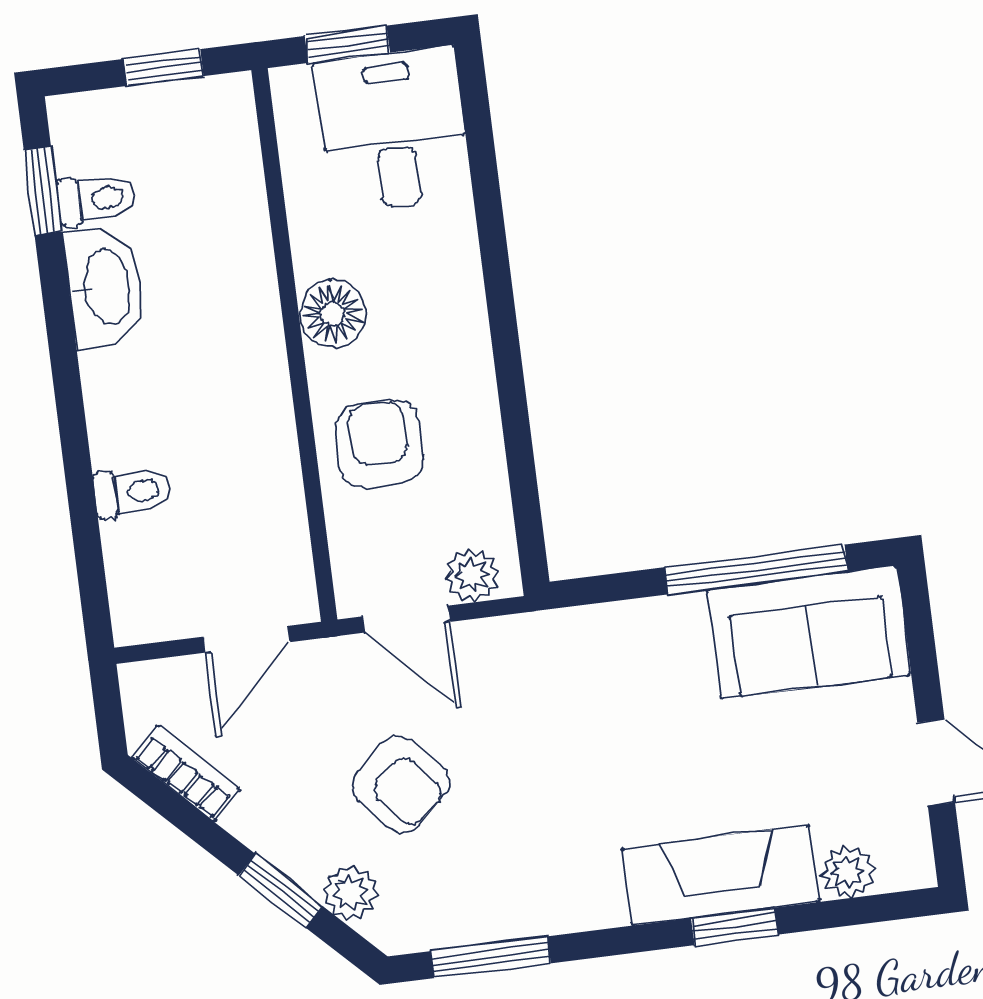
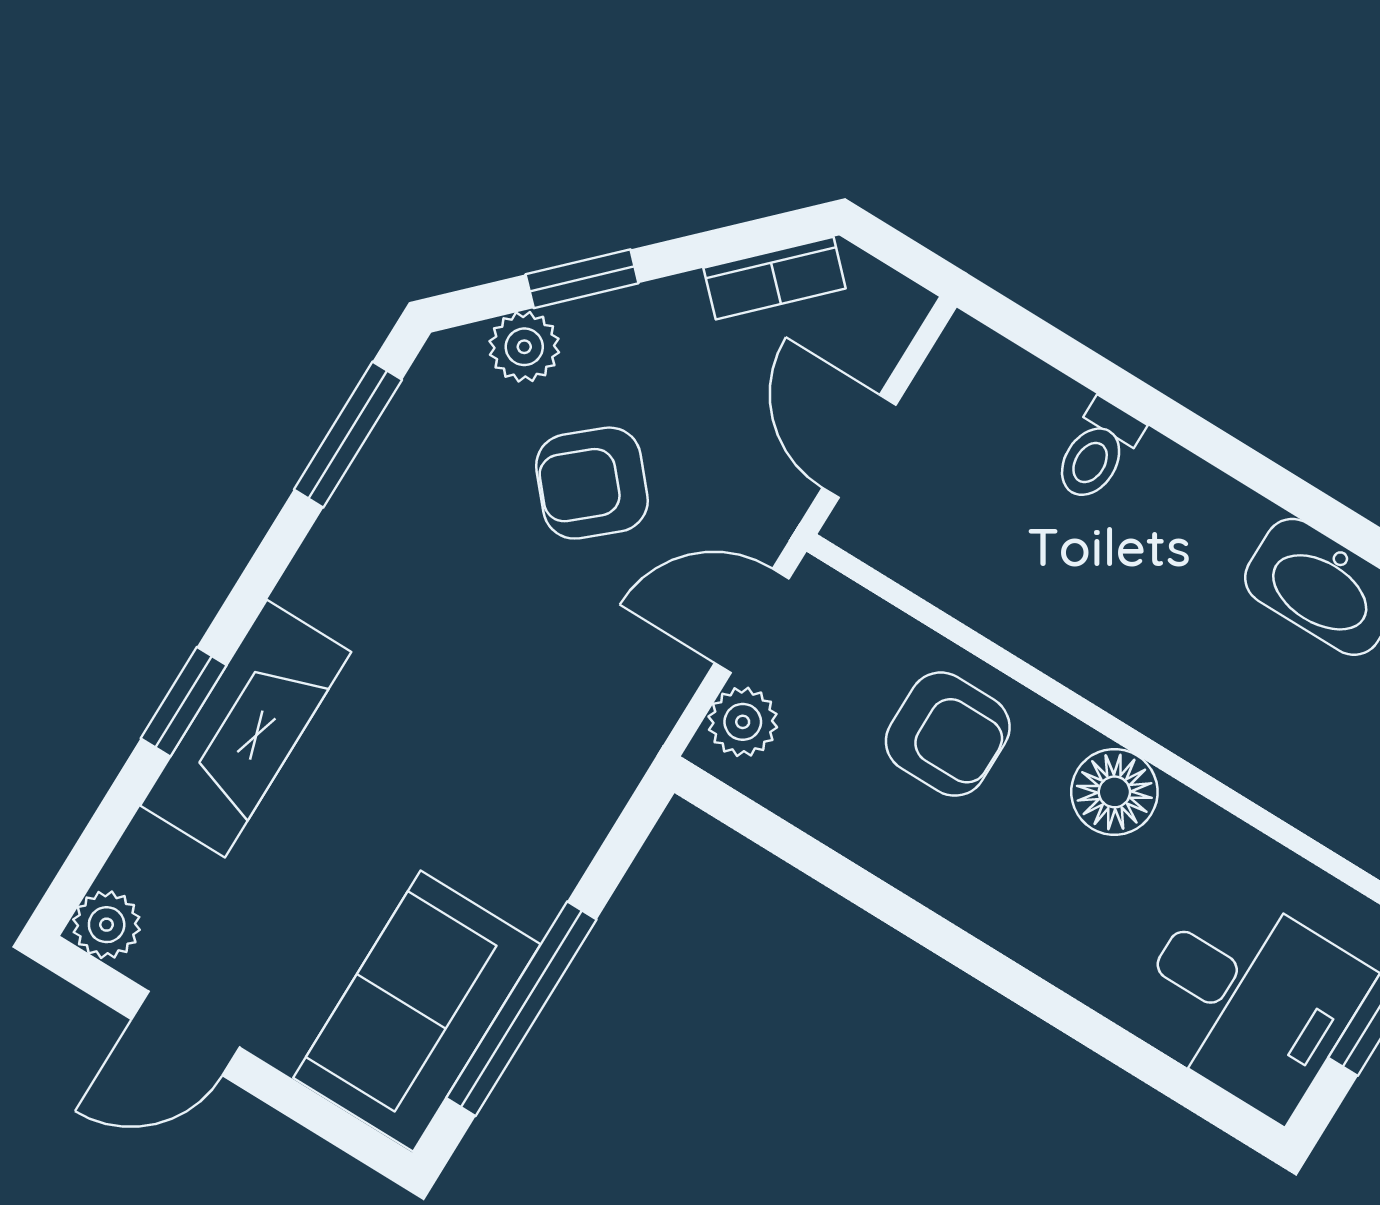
plant: (848, 872) -> (107, 925), moved

